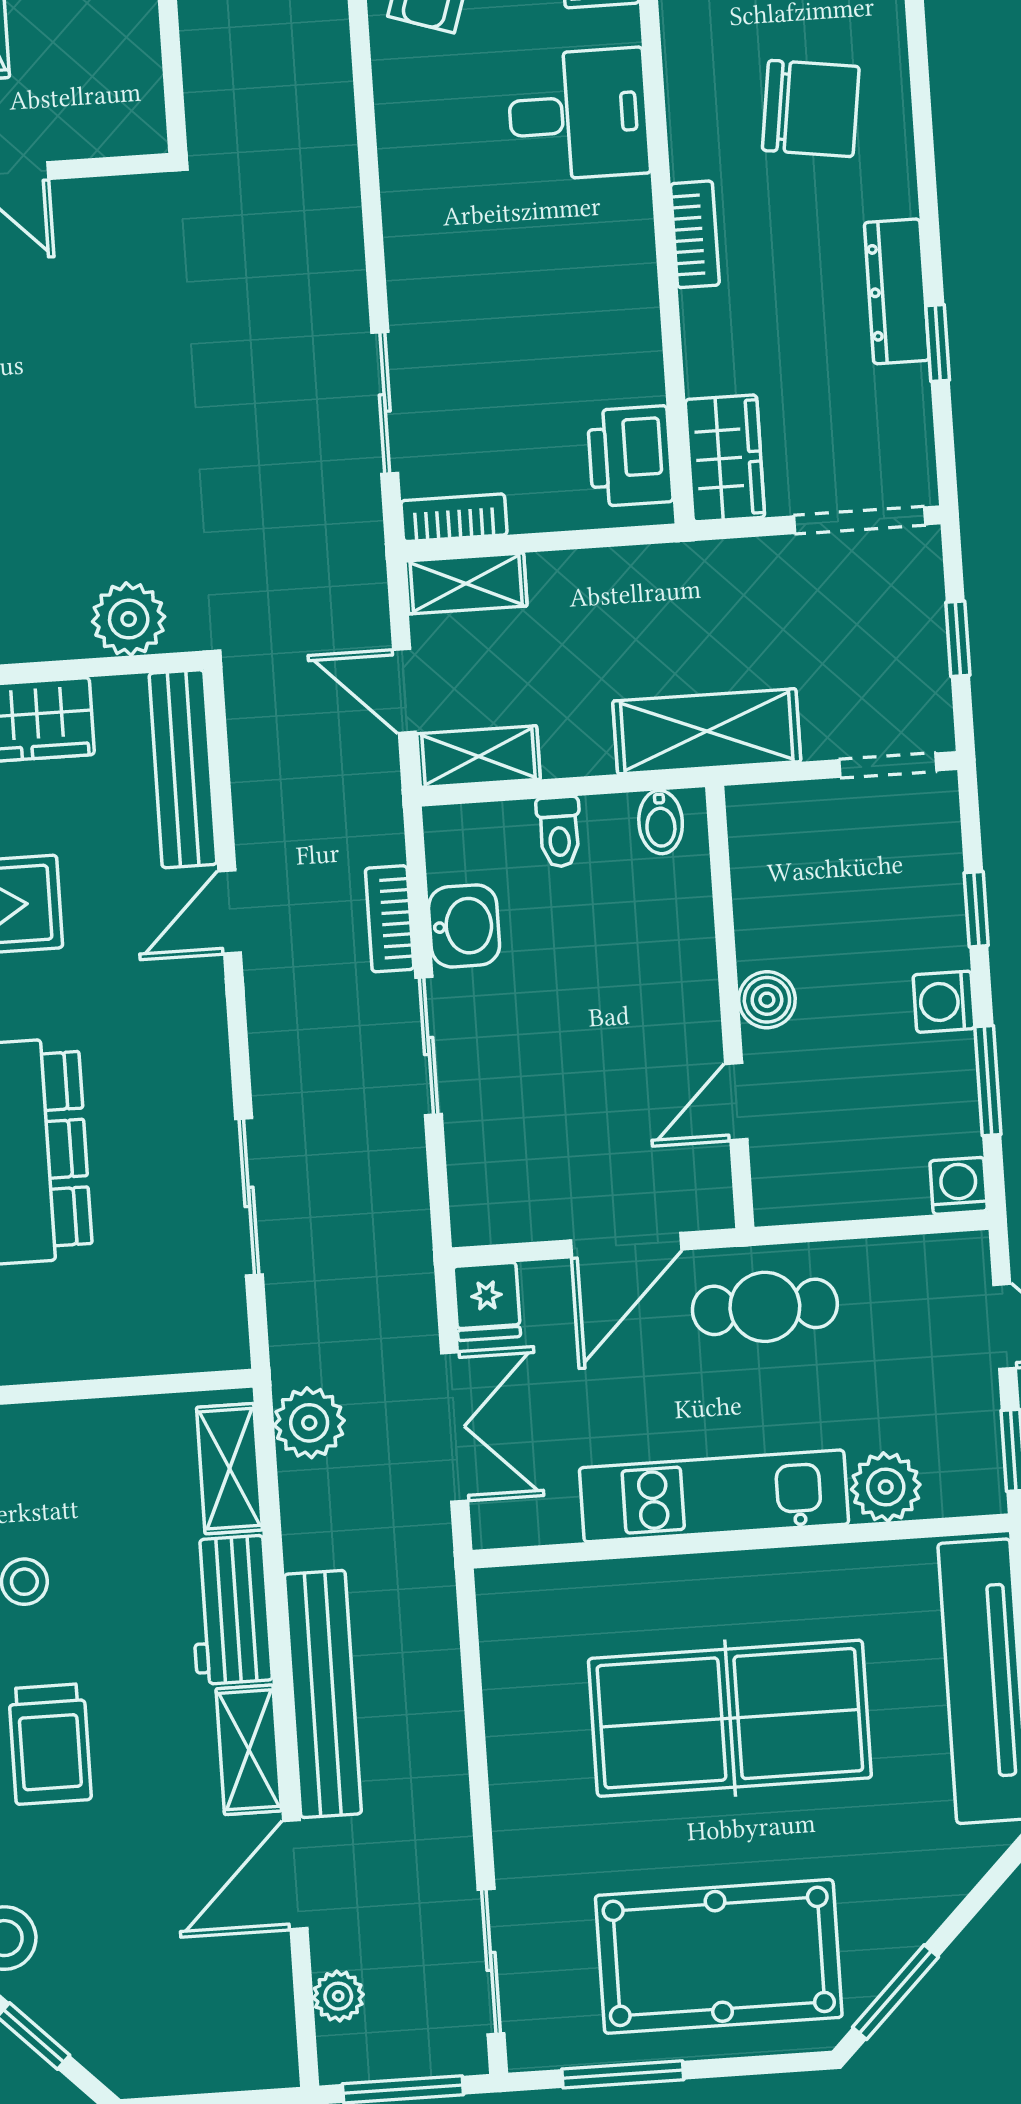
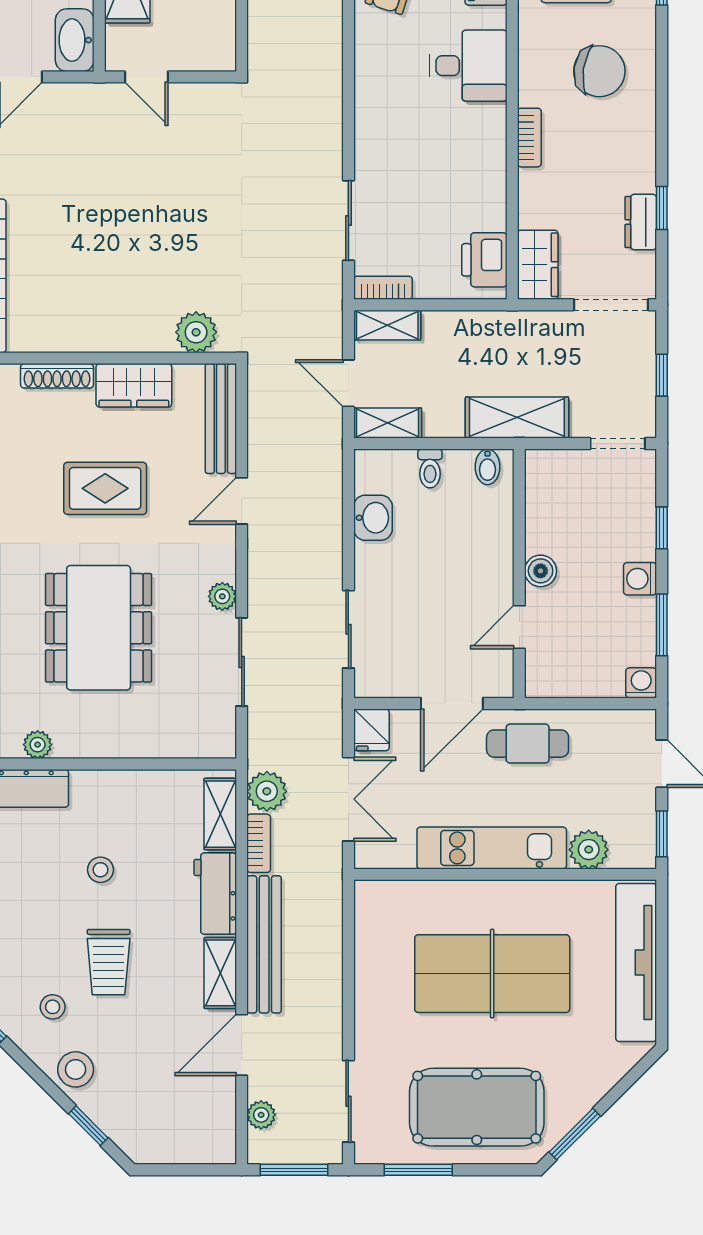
dresser: (897, 291) -> (641, 222), moved, width x0.70
bookcase: (390, 919) -> (259, 843), moved, turned 180
sliding door: (429, 1046) -> (348, 629), moved
plant: (207, 1083) -> (222, 596), added

